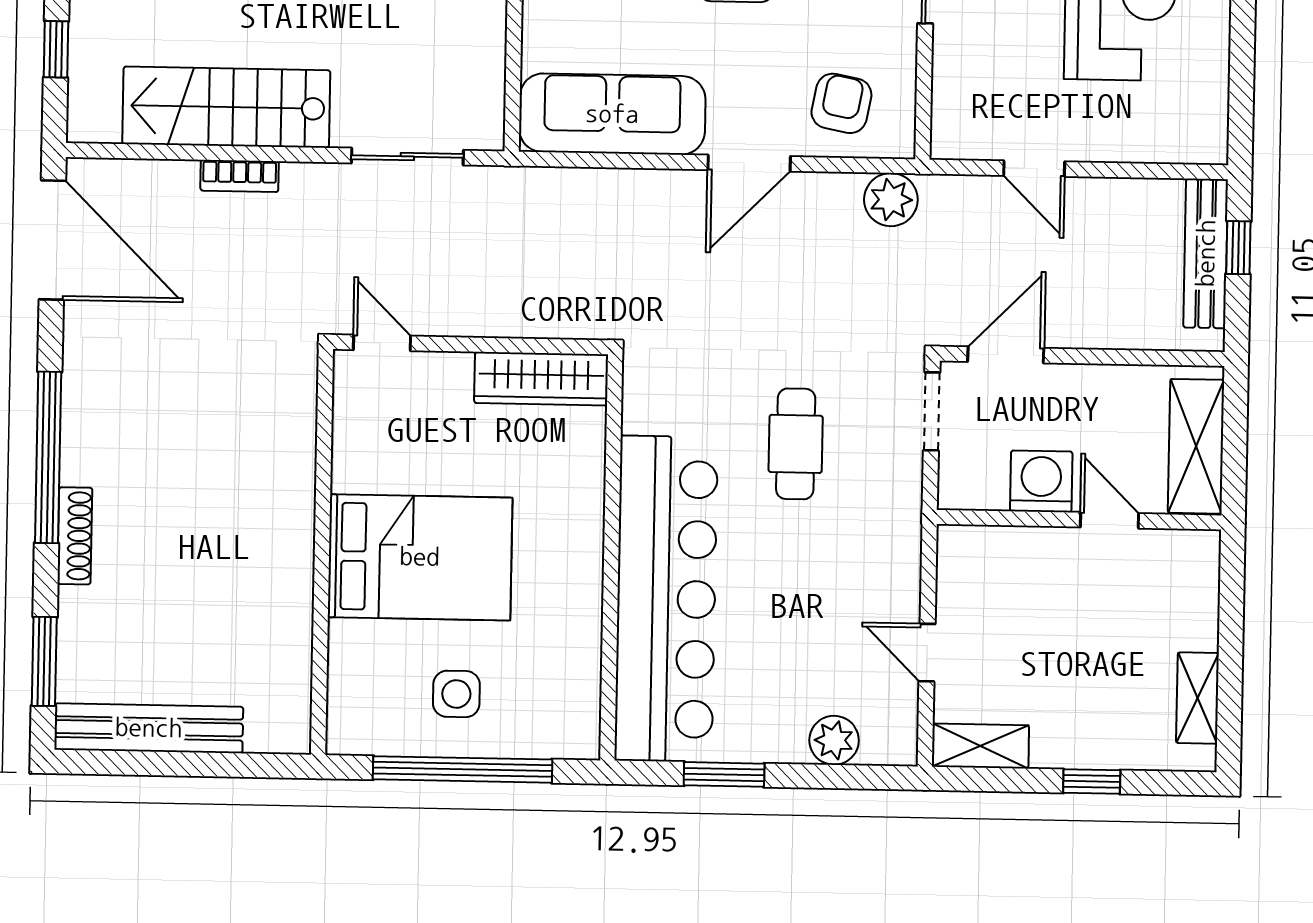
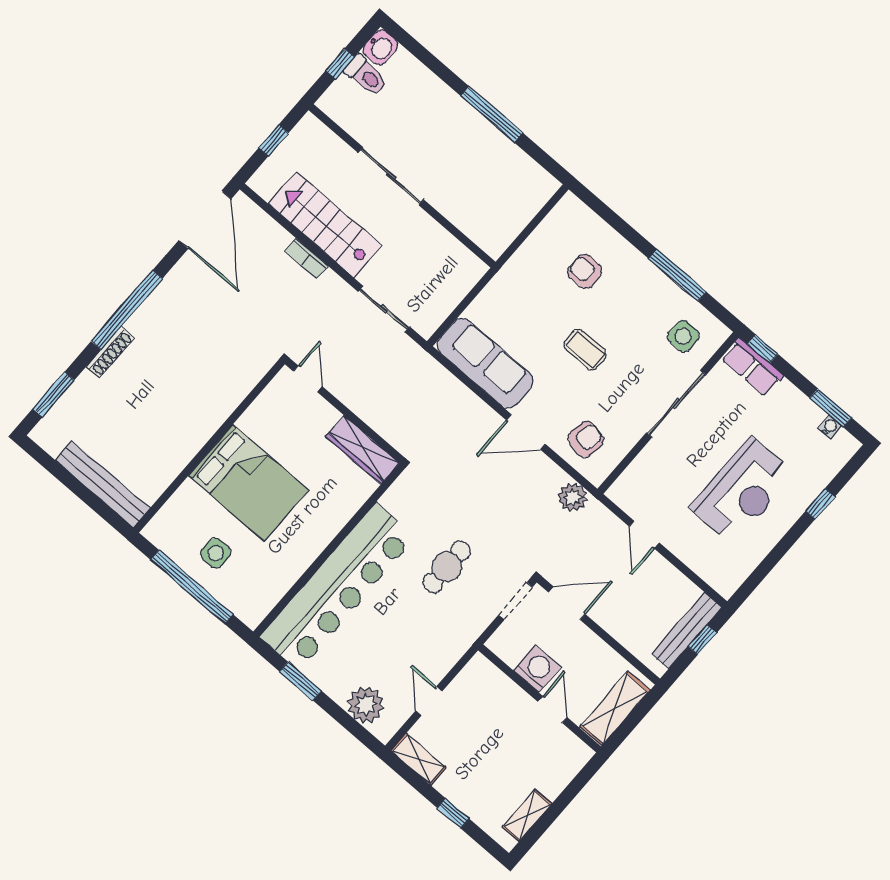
bench: (149, 728) -> (102, 484), moved
plant: (834, 740) -> (366, 705), width x1.36, depth x1.36

